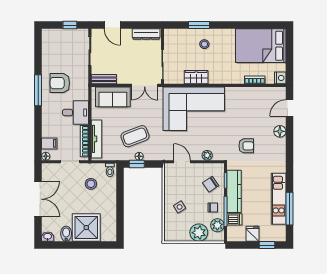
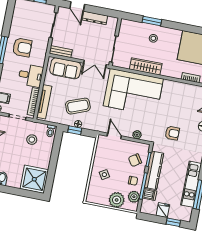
dresser: (146, 34) -> (95, 18), moved
wardrobe: (196, 77) -> (146, 66), width x1.50
armchair: (60, 83) -> (22, 47), turned 180
shower: (86, 228) -> (34, 179), moved

